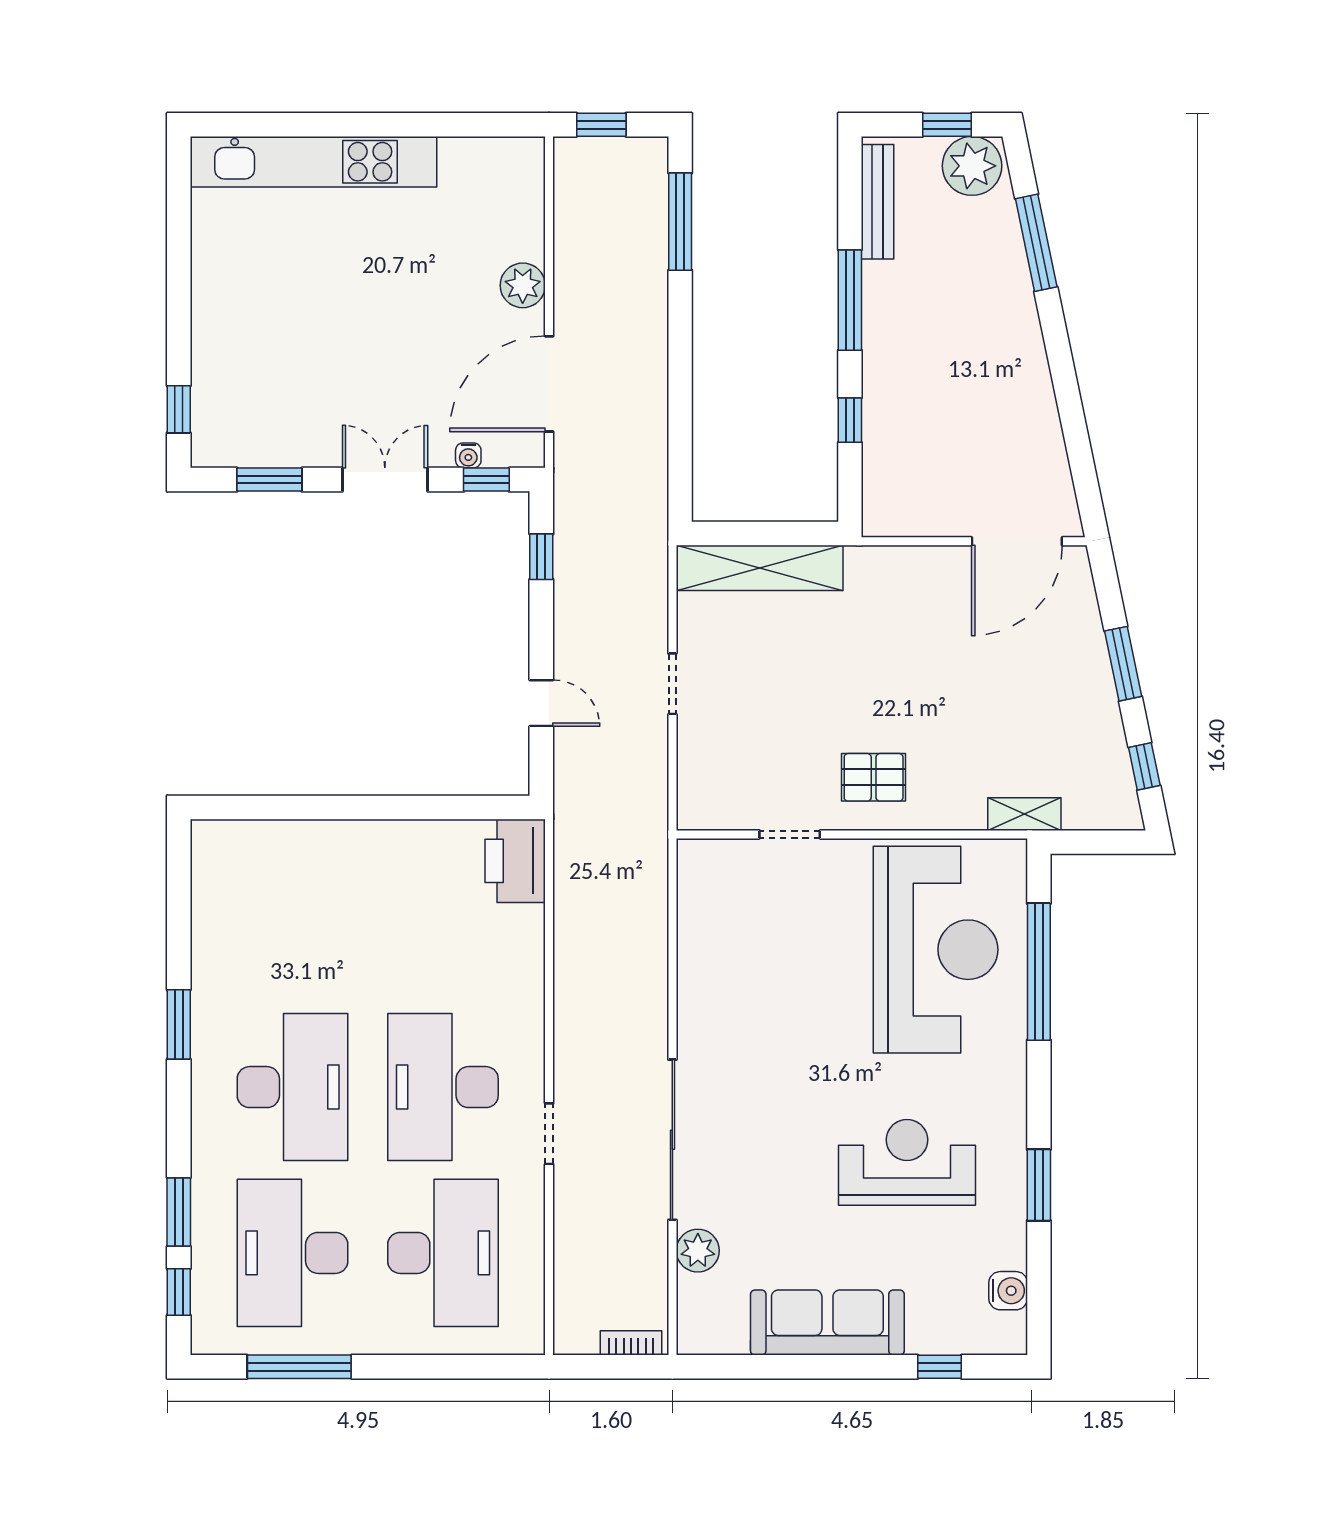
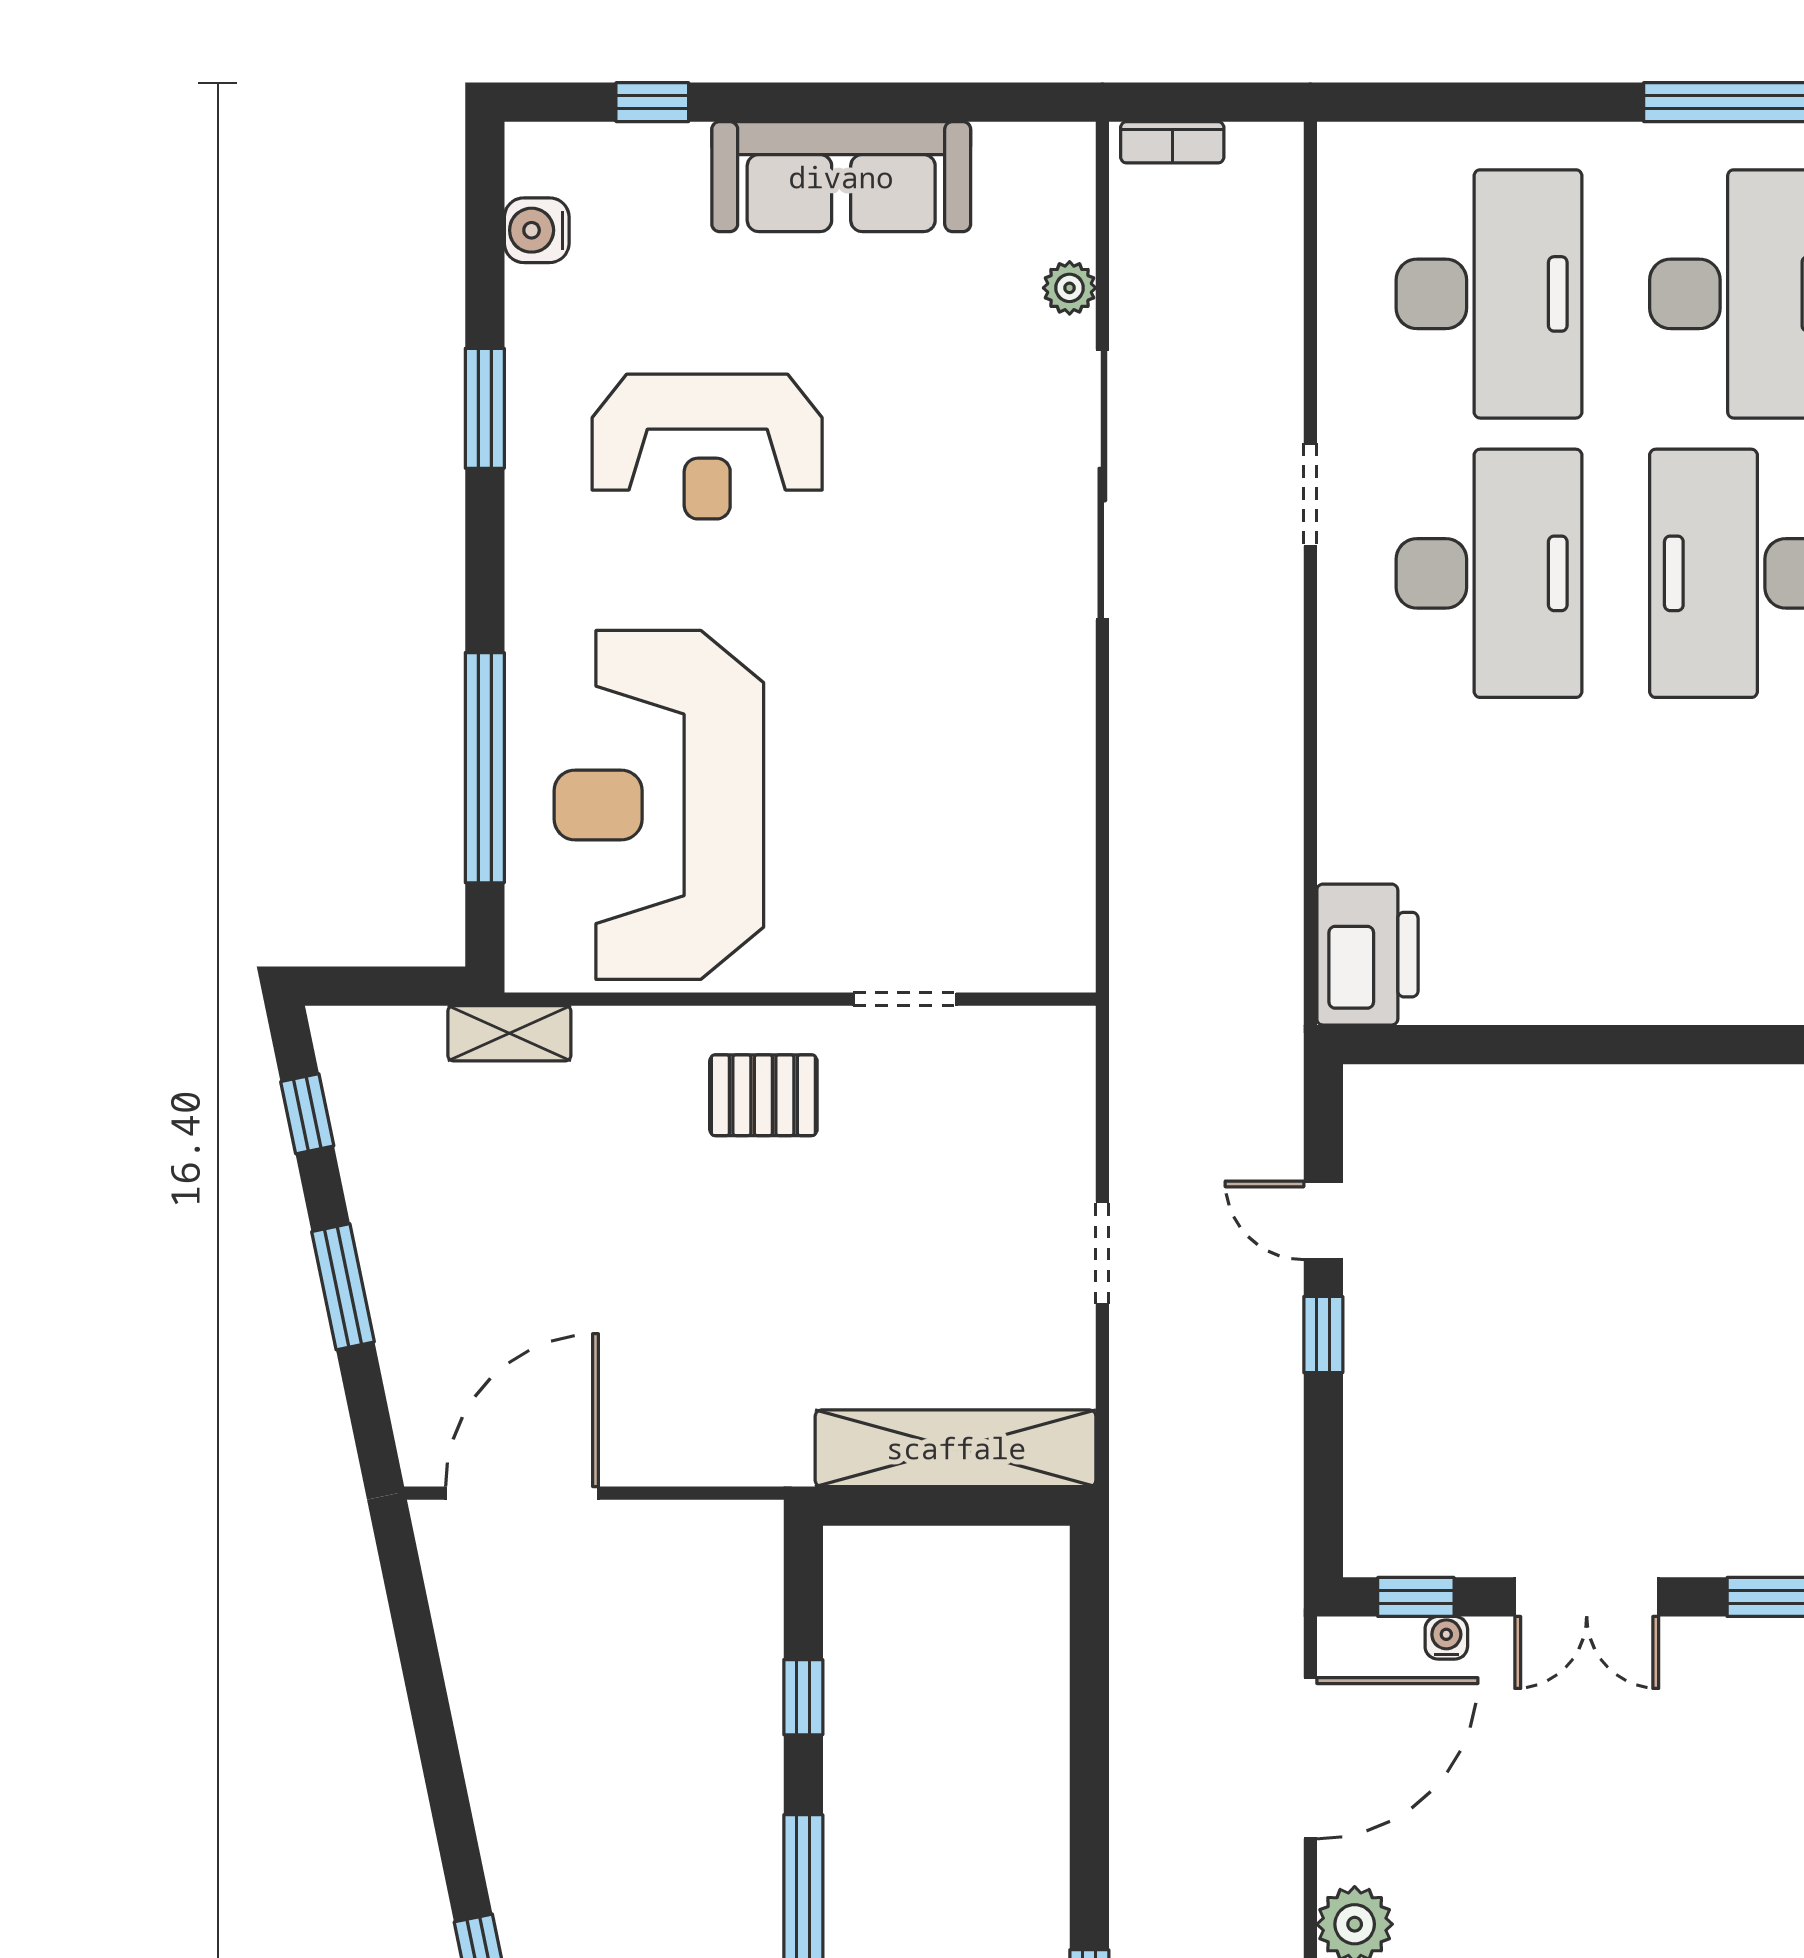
window: (541, 557) -> (1323, 1335), moved
plant: (698, 1251) -> (1070, 288), width x0.73, depth x0.73
desk: (443, 1253) -> (1489, 294), turned 180

